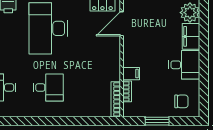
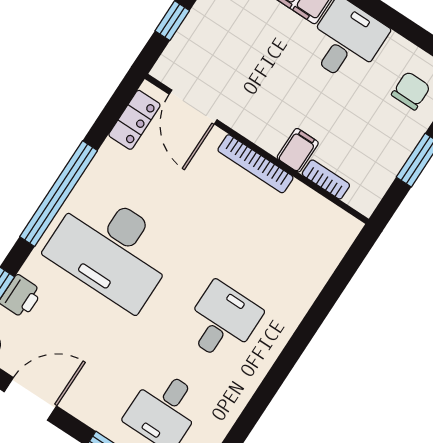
bookcase: (116, 99) -> (255, 164), moved

